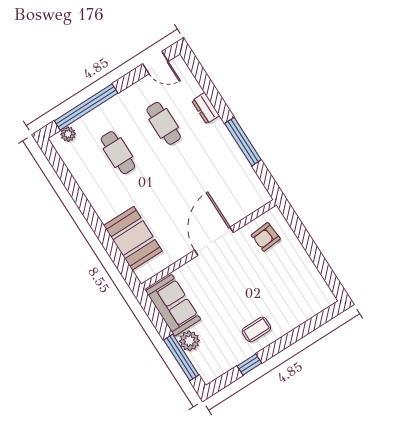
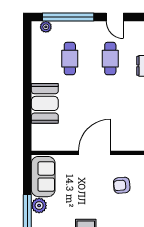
door: (155, 63) -> (115, 17), moved
armchair: (266, 237) -> (122, 185), moved
booth: (133, 238) -> (45, 103), moved

